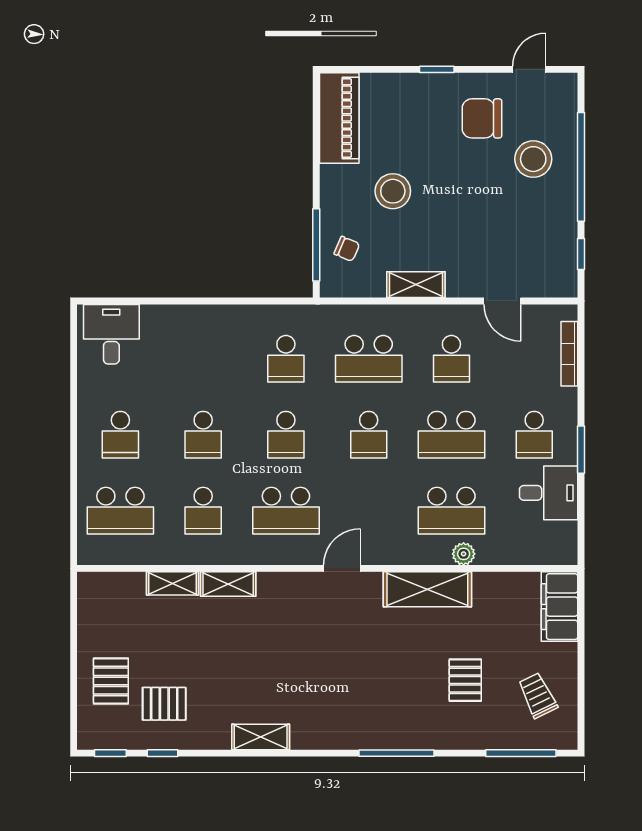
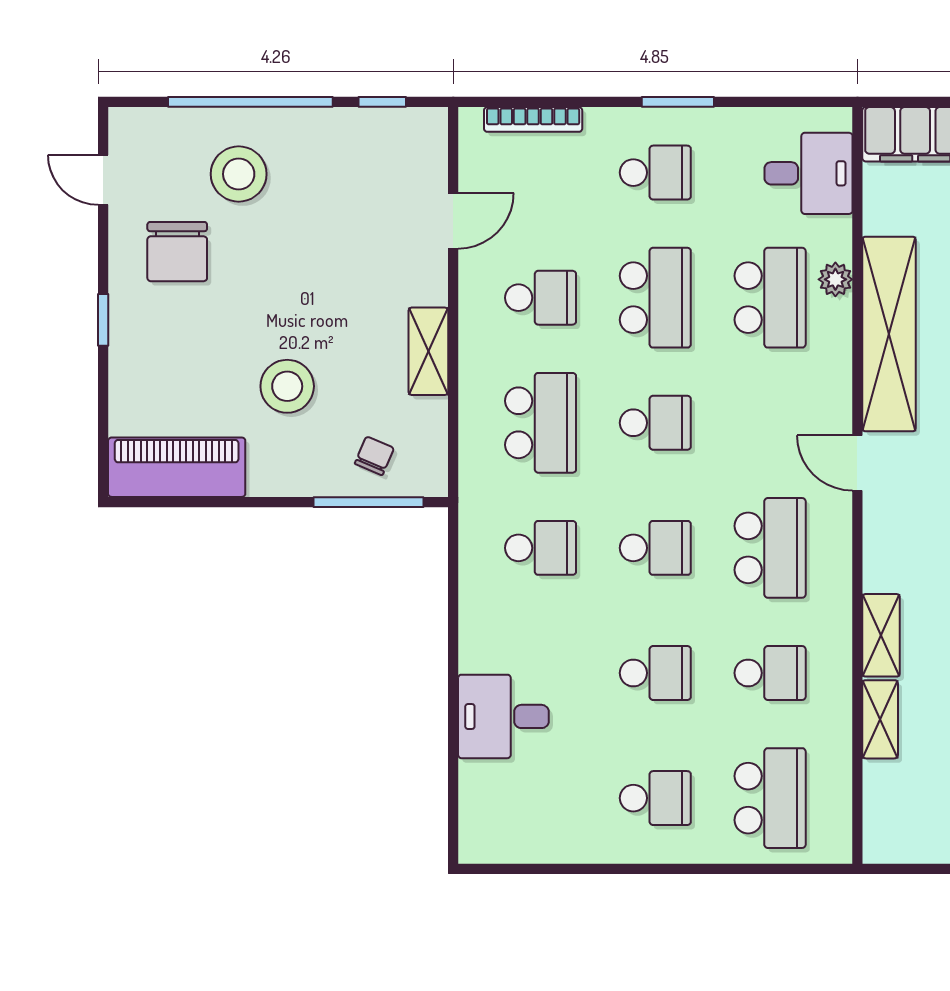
desk: (111, 334) -> (503, 716), moved
desk: (549, 493) -> (809, 173), moved, turned 90
shelving: (427, 589) -> (889, 334), width x1.47

